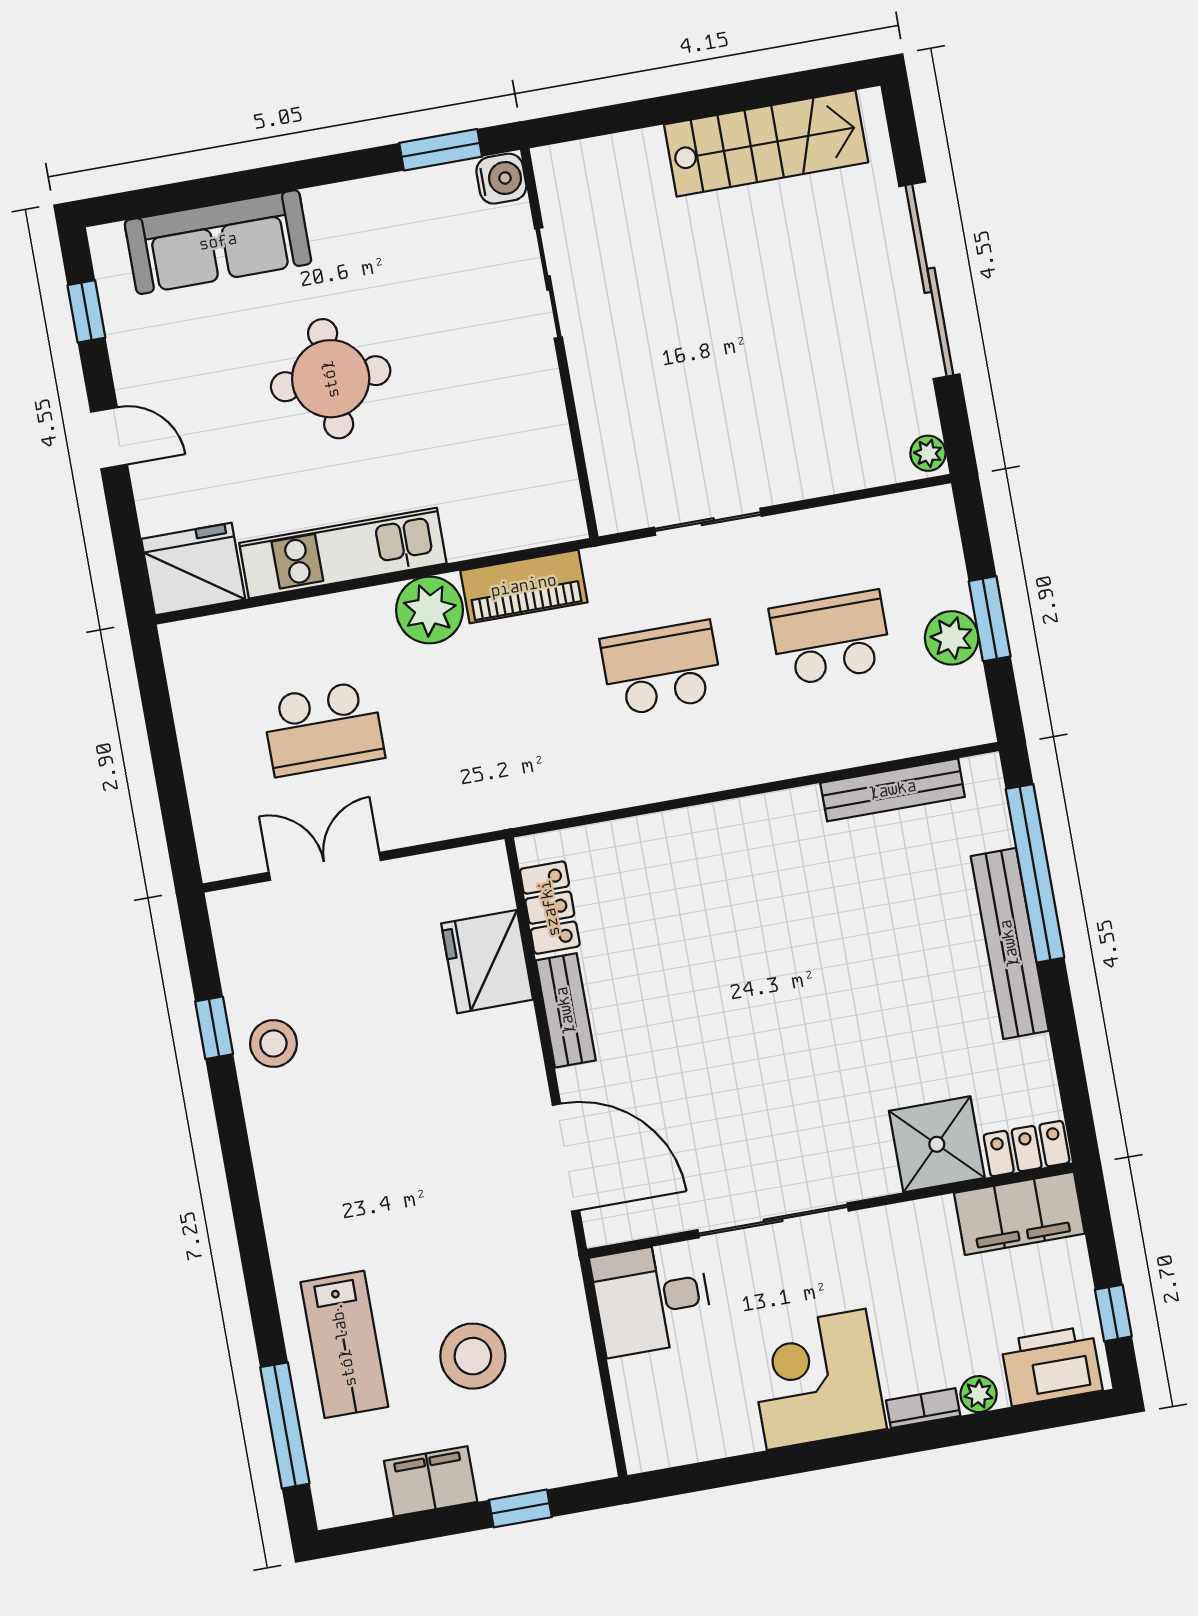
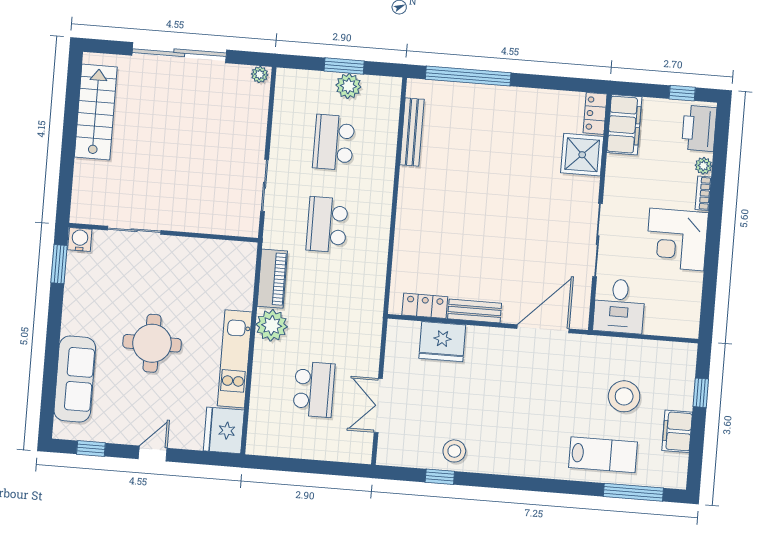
bench: (1010, 943) -> (498, 96), removed

